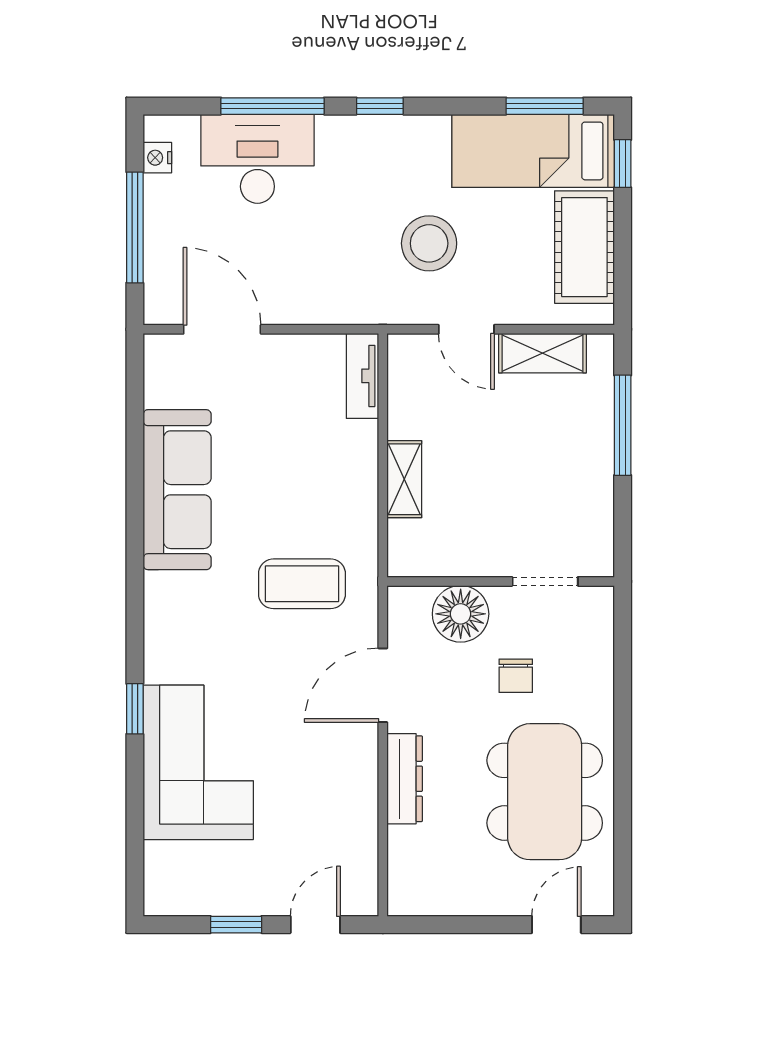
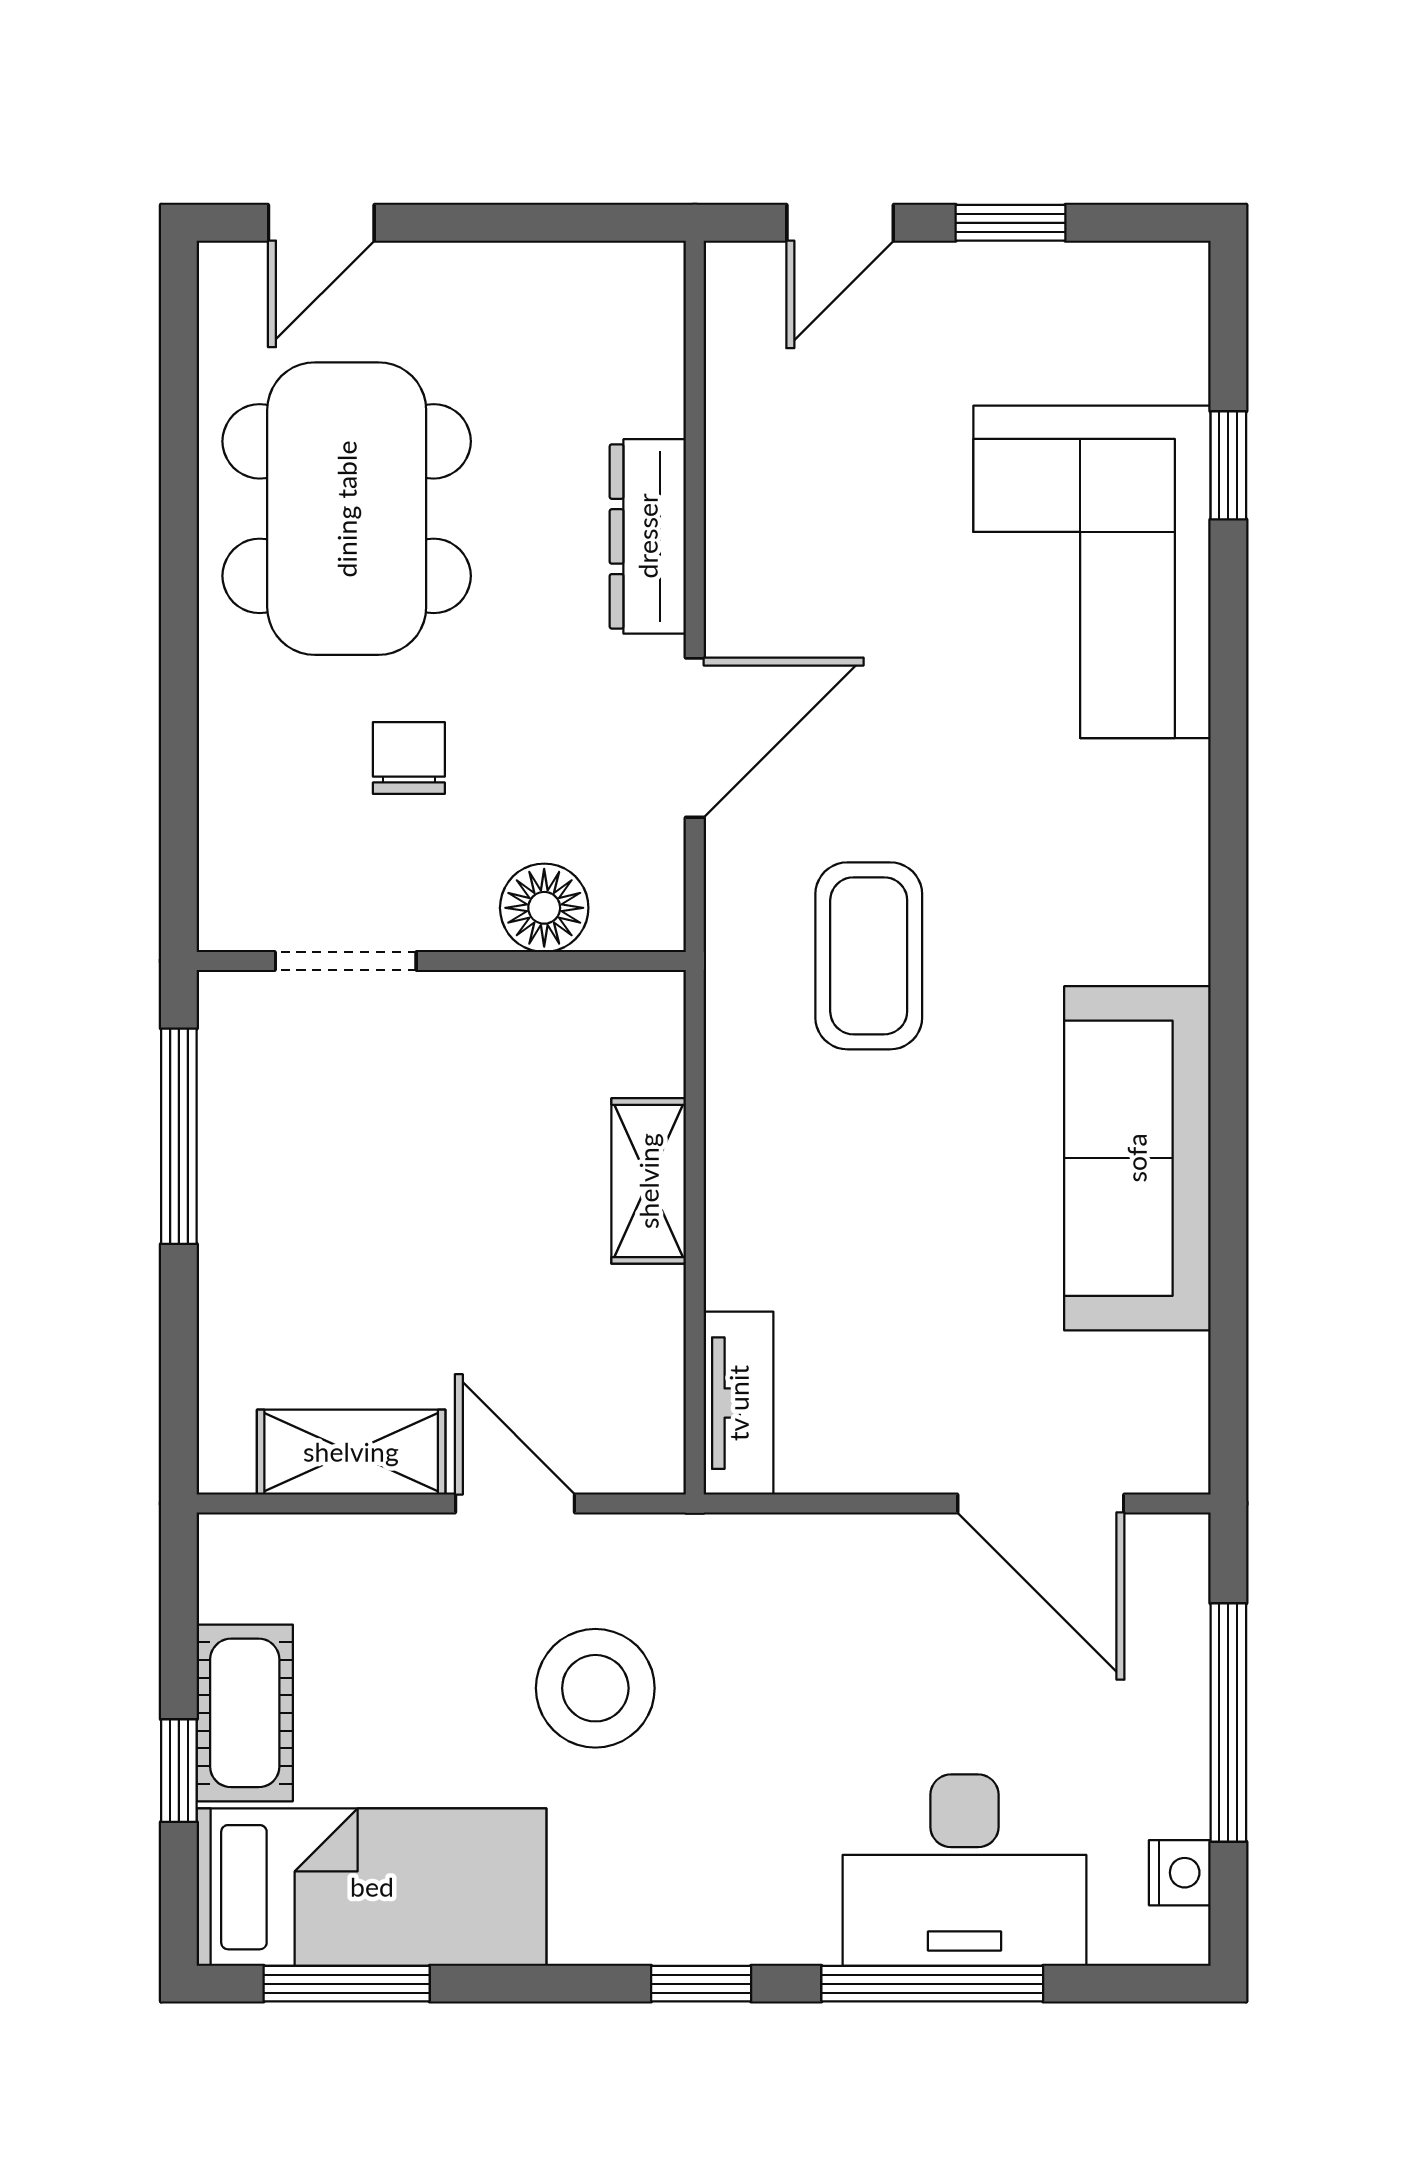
window: (623, 164) -> (179, 1771), moved
cot: (584, 247) -> (245, 1713), width x0.73, depth x0.75
window: (623, 425) -> (179, 1136), moved
coffee table: (302, 584) -> (869, 956), turned 90
floor lamp: (461, 614) -> (544, 908), width x0.73, depth x0.73
window: (135, 709) -> (1228, 465), moved

